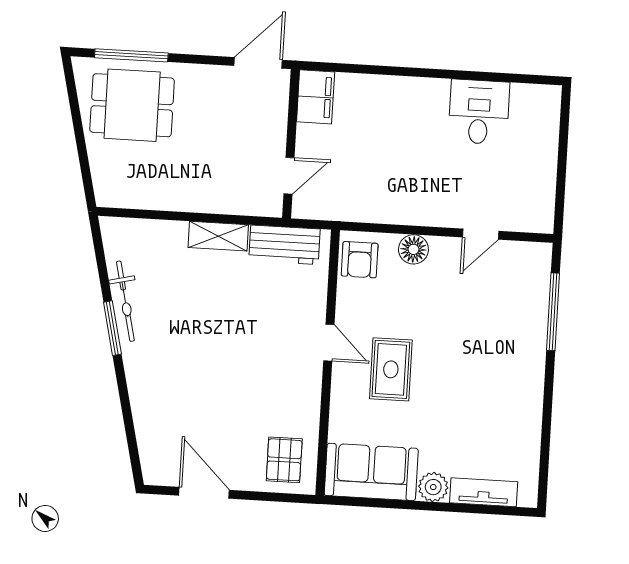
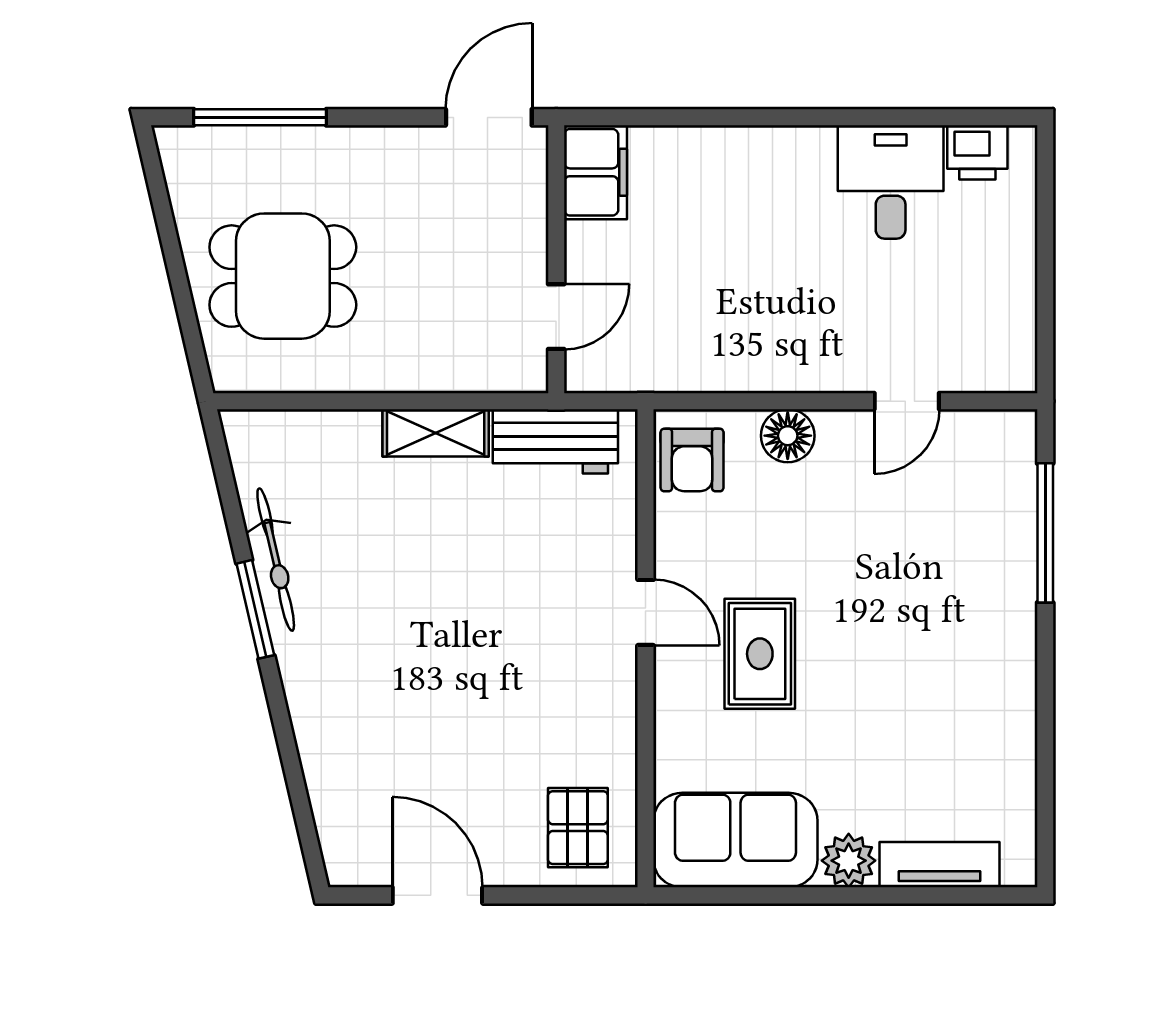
printer: (528, 98) -> (977, 152), added
dining table: (132, 105) -> (283, 276), moved

